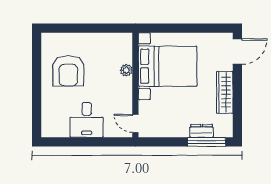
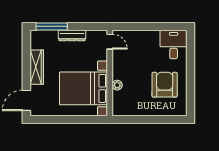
desk: (87, 120) -> (174, 45), moved
dresser: (201, 131) -> (72, 35), moved, width x1.44

